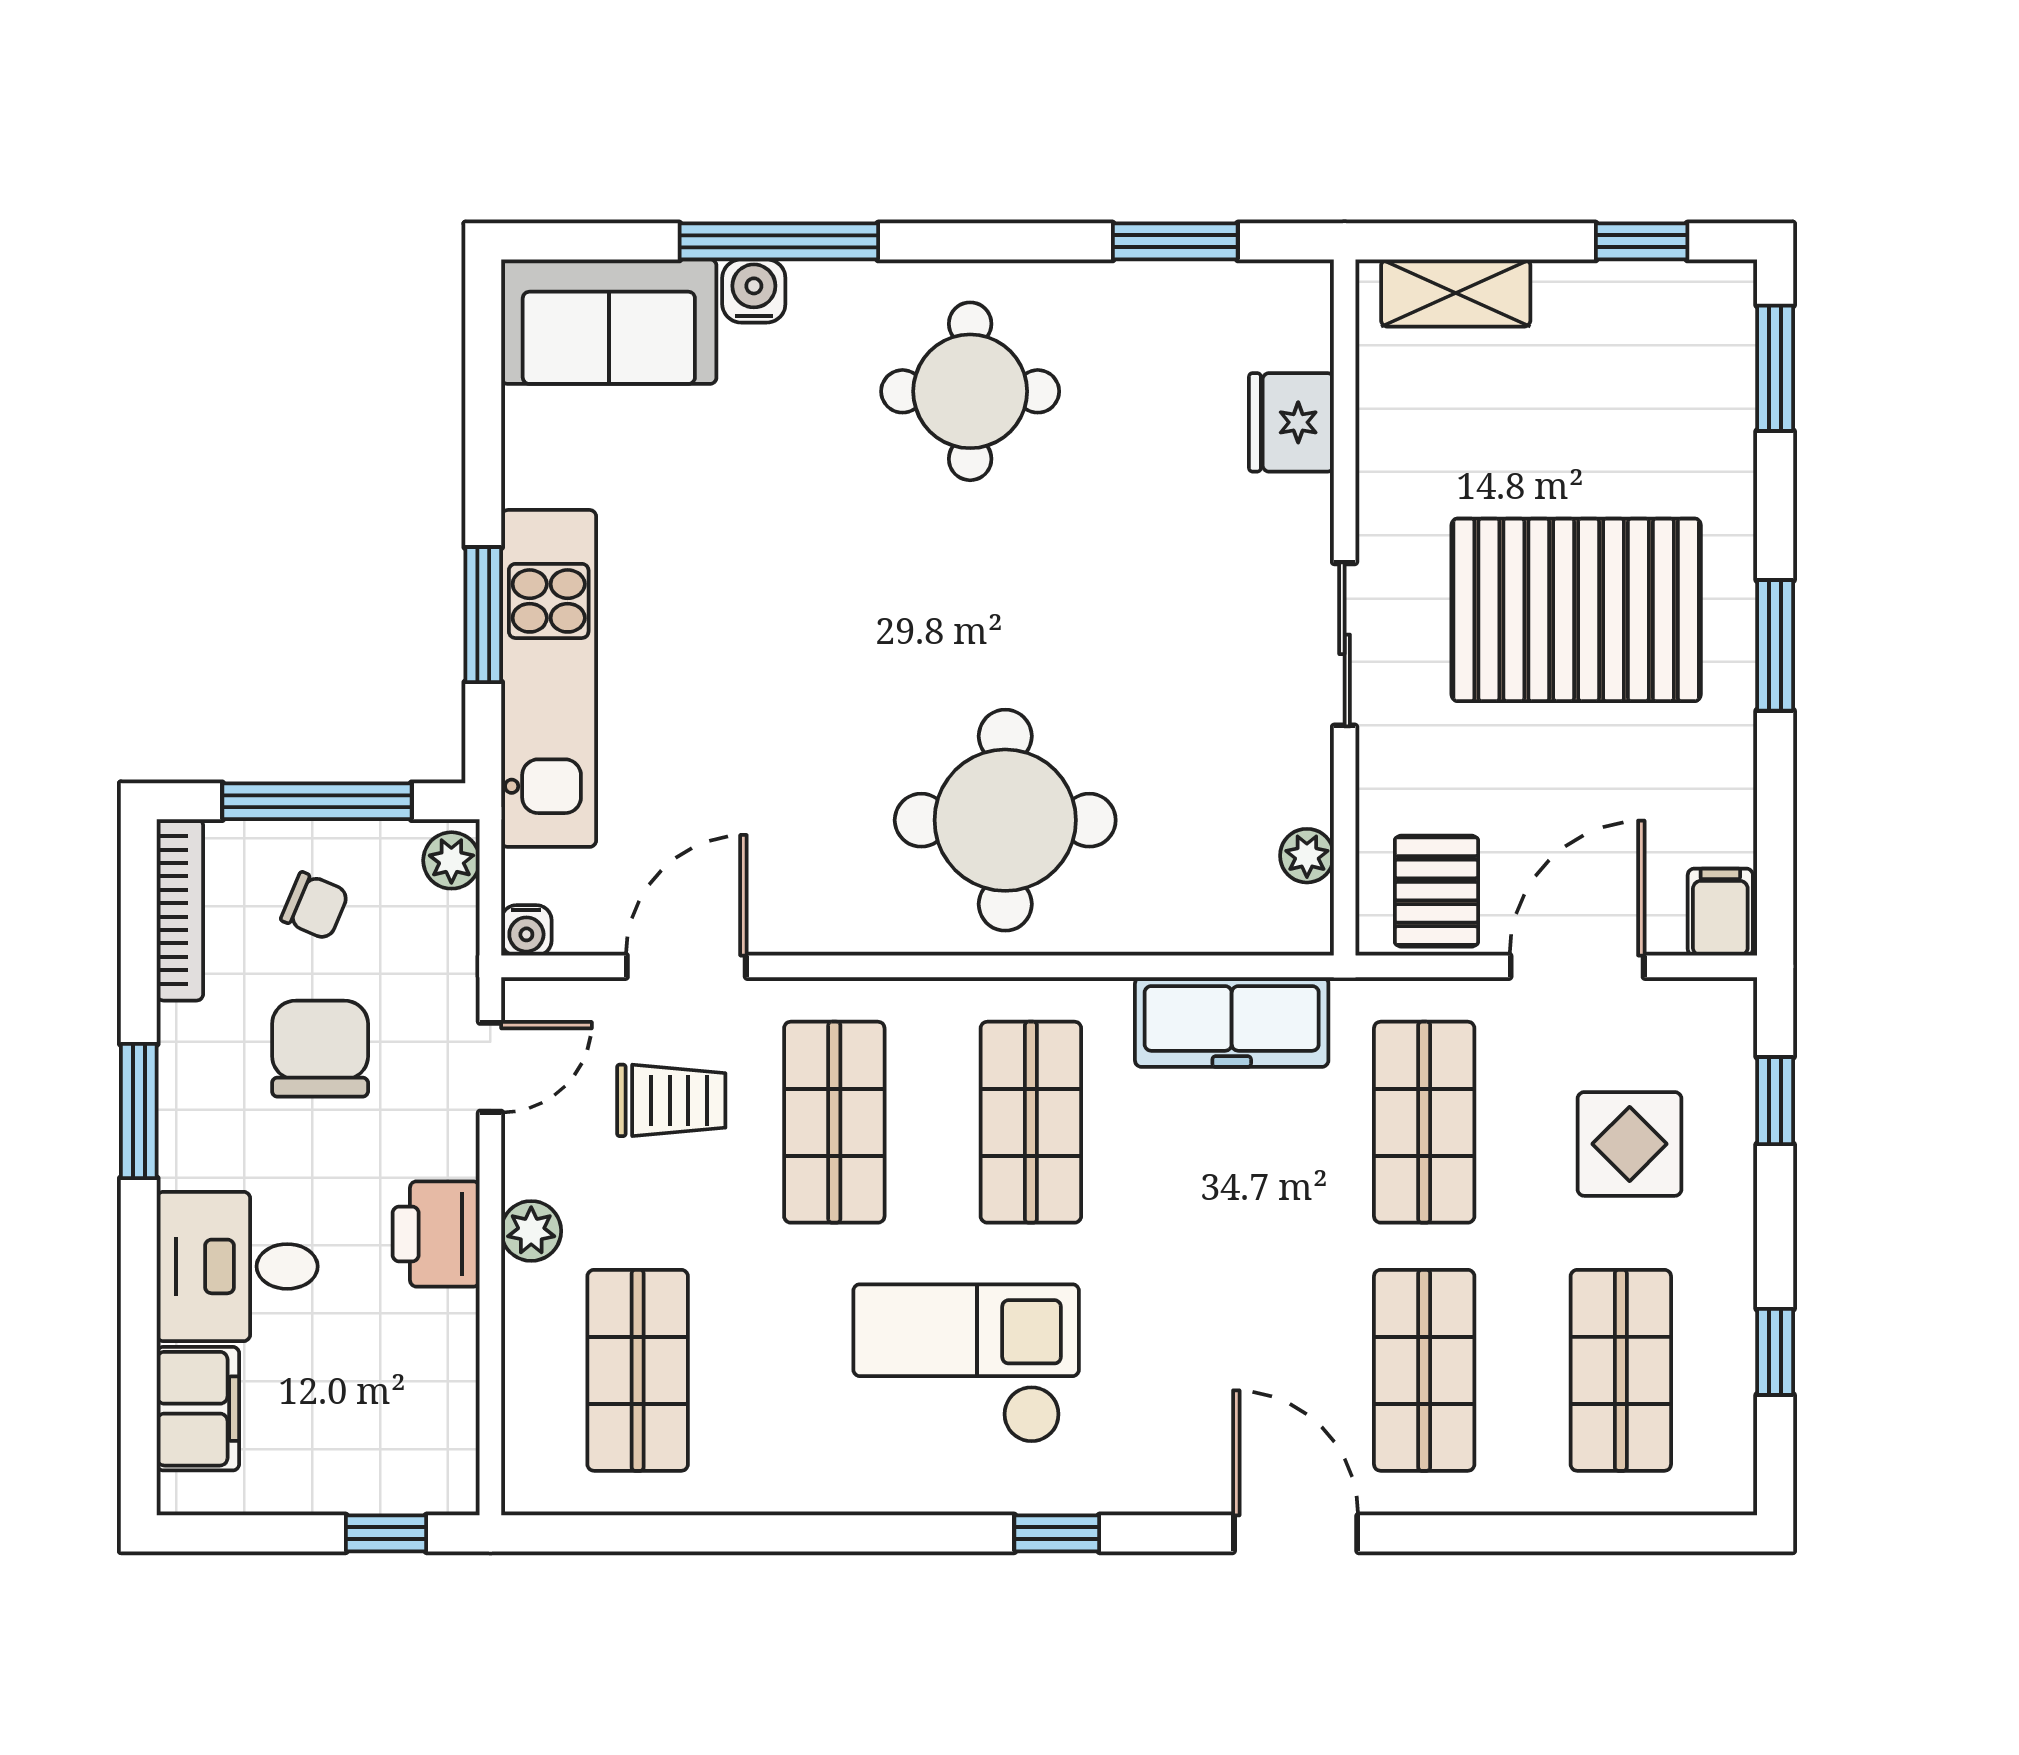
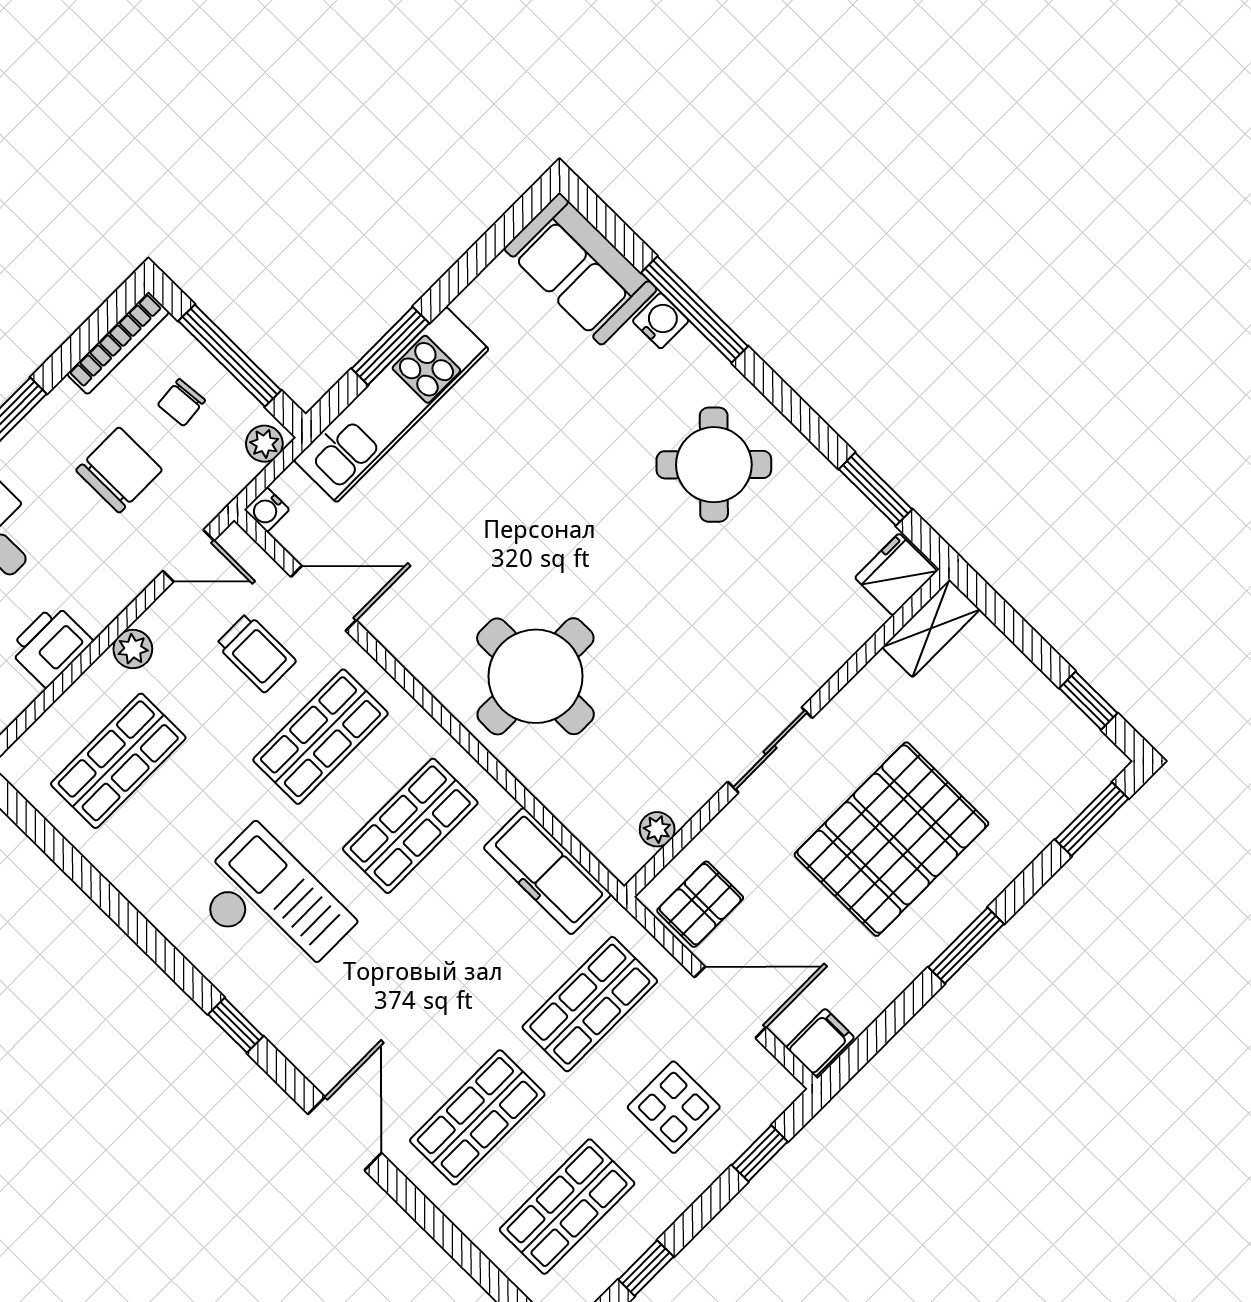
shelving: (1456, 293) -> (931, 628), moved, turned 90
round table: (970, 391) -> (714, 465), turned 45
fridge: (1291, 422) -> (896, 574), moved
pallet: (1576, 610) -> (891, 839), turned 90
chair: (315, 906) -> (181, 402), turned 62
printer: (436, 1234) -> (50, 645), moved

